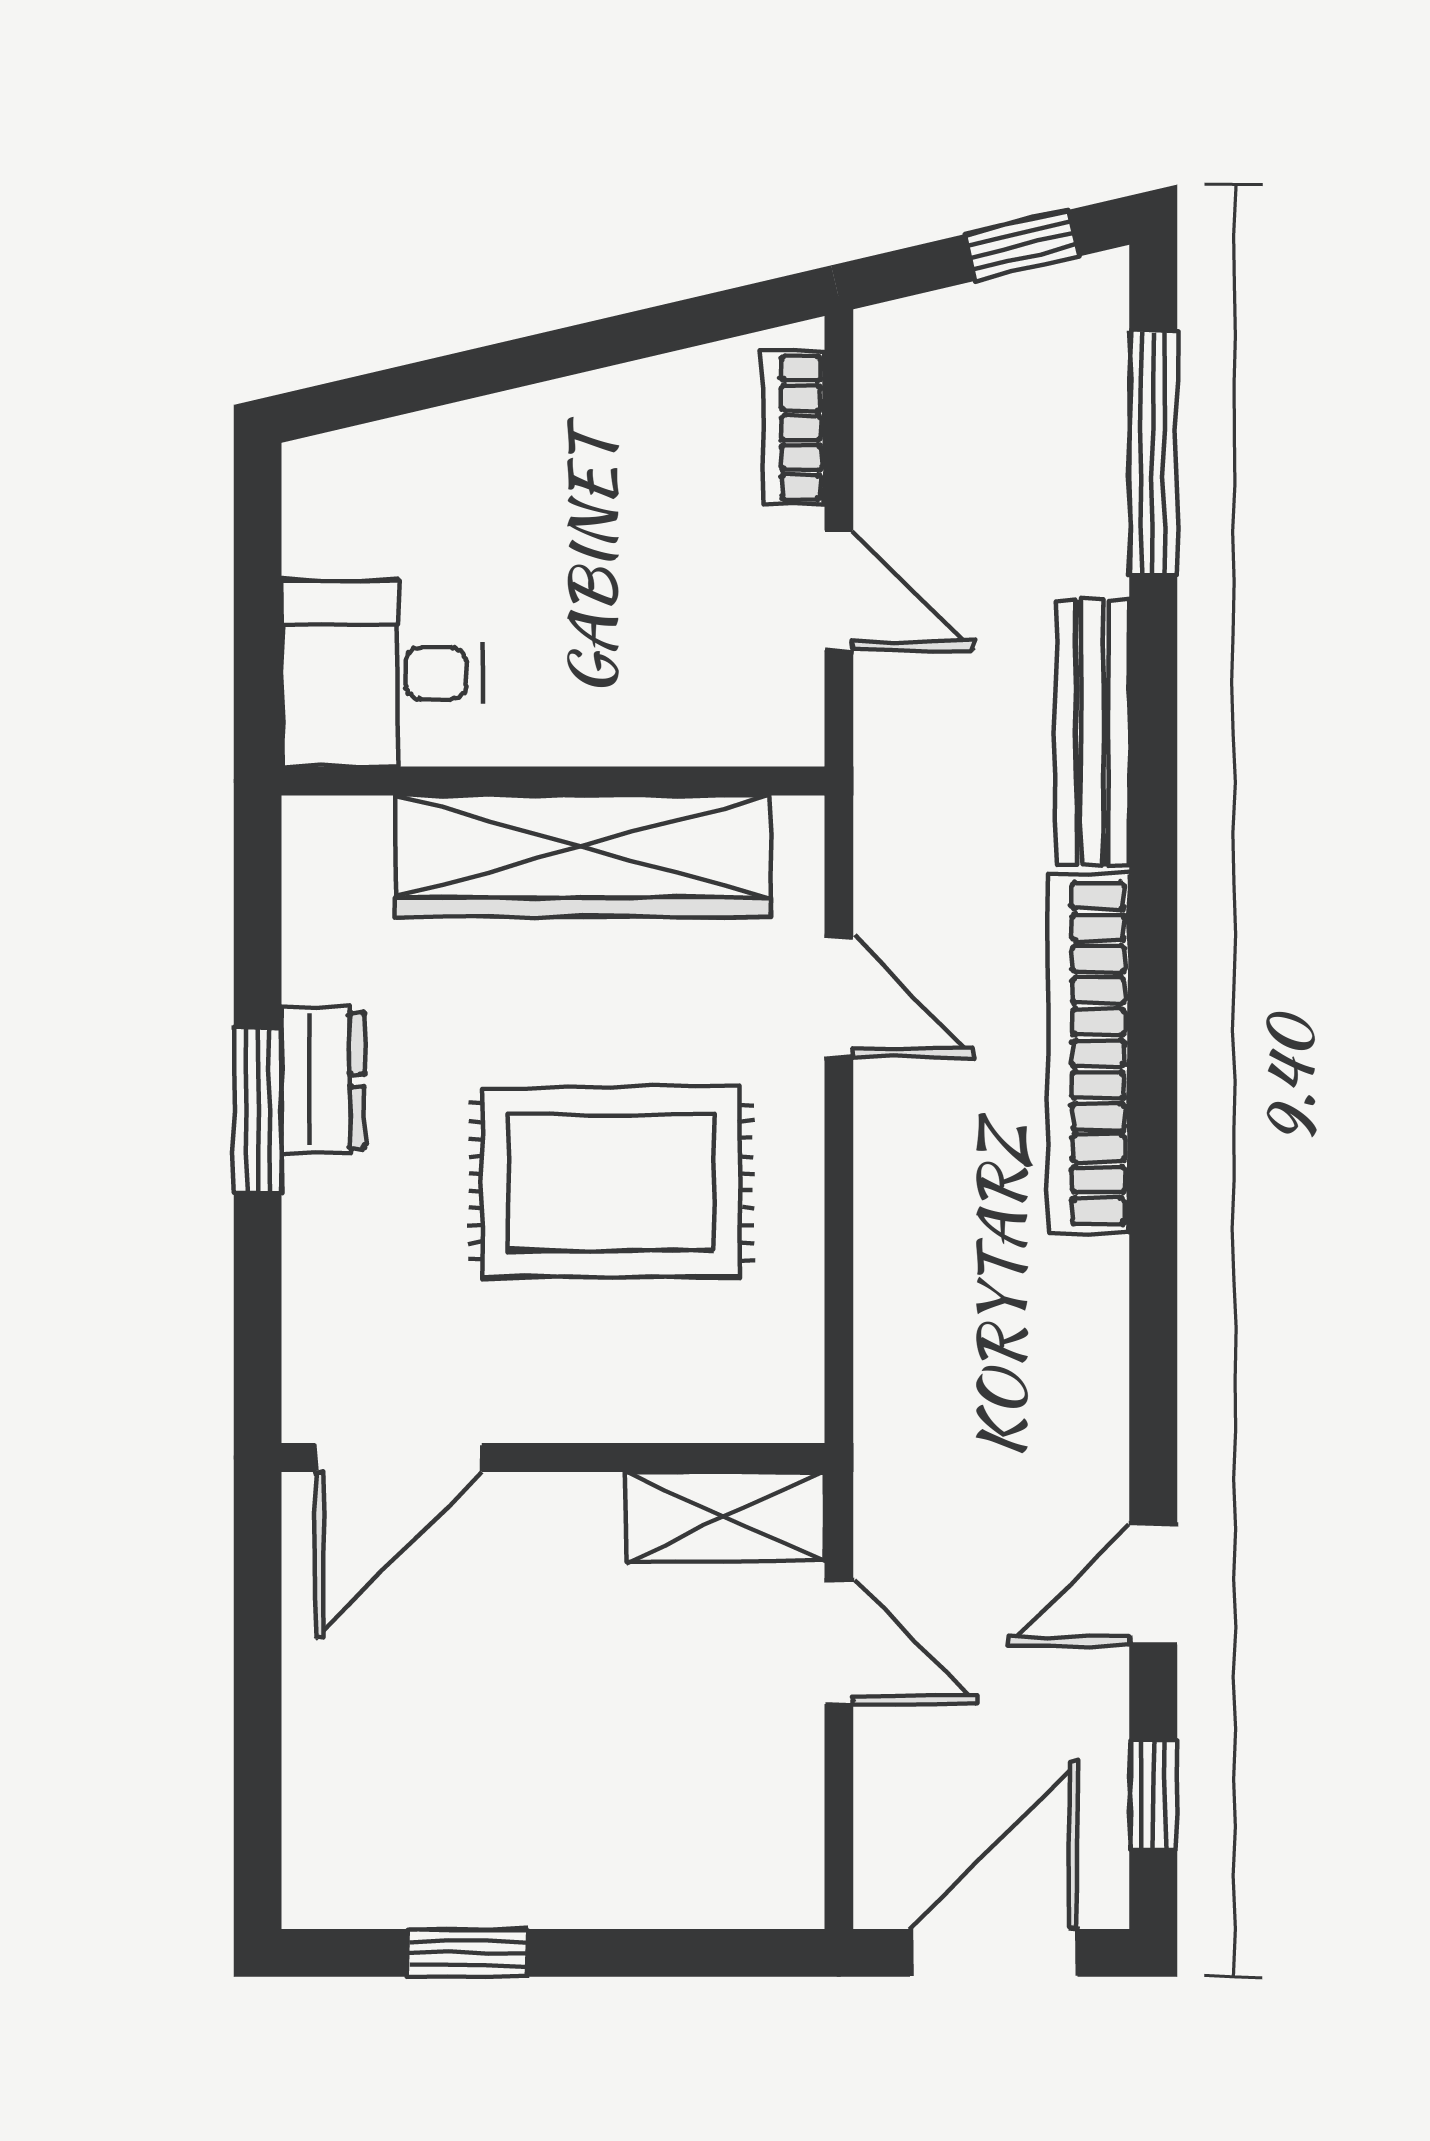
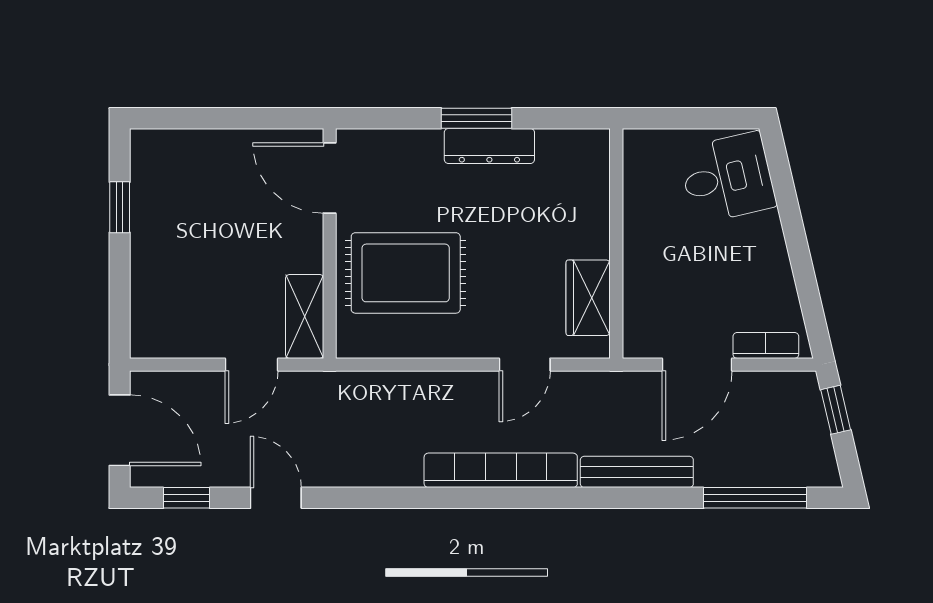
window: (1022, 245) -> (836, 410), moved
door: (839, 590) -> (697, 365), width x1.38
desk: (382, 674) -> (727, 178), moved, turned 77
wardrobe: (583, 856) -> (588, 298), width x0.48, depth x0.85
dresser: (323, 1080) -> (489, 146), width x1.44
rug: (611, 1182) -> (406, 273), moved, turned 90

